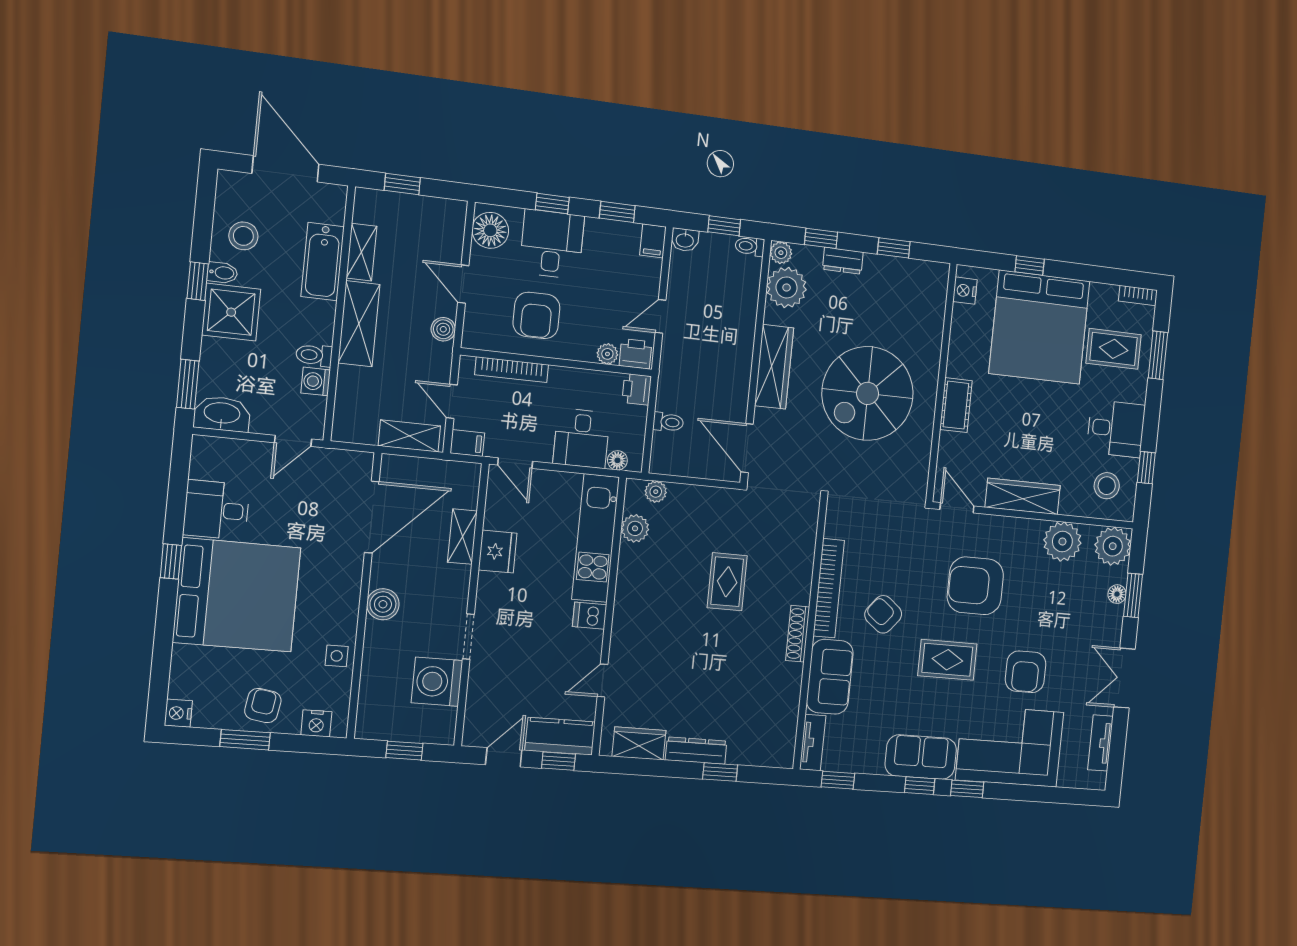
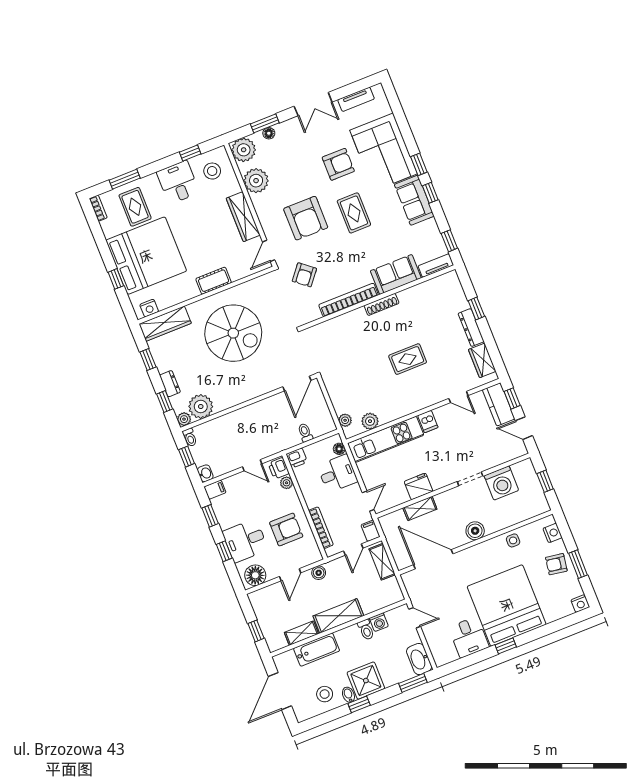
wardrobe: (774, 367) -> (165, 324), moved, turned 180
rug: (727, 582) -> (408, 359), moved
armchair: (883, 614) -> (304, 275), moved

